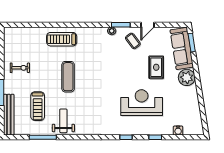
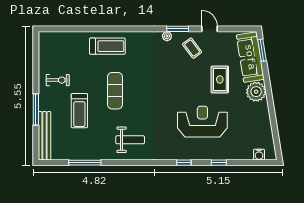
door: (148, 25) -> (210, 29), swing flipped
treadmill: (62, 39) -> (107, 46), turned 180
treadmill: (38, 106) -> (79, 111), moved
weight bench: (63, 121) -> (130, 140), moved, turned 90
water cooler: (178, 131) -> (259, 155), moved

